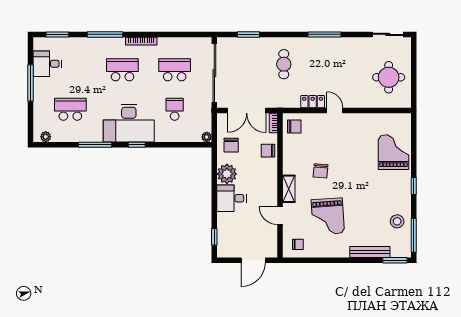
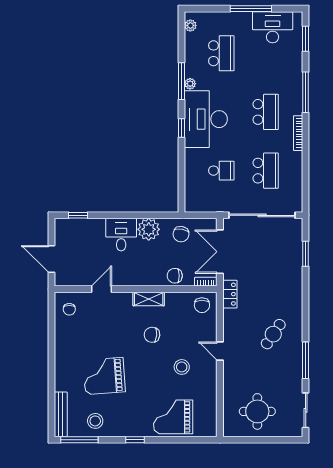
window: (325, 34) -> (306, 360), moved
desk: (47, 64) -> (273, 27), width x1.37
cafe table: (284, 64) -> (273, 334), moved, turned -56
locker: (313, 102) -> (230, 294), moved
door: (335, 111) -> (220, 351), swing flipped
plant: (207, 137) -> (190, 84), moved
stool: (349, 144) -> (182, 367), added
chair: (231, 145) -> (181, 234), turned -81
chair: (268, 151) -> (175, 276), turned -90
grand piano: (393, 152) -> (173, 417), turned 180
shelving: (289, 189) -> (149, 299), moved
grand piano: (328, 217) -> (104, 376), moved
bench: (370, 252) -> (61, 414), moved
window: (395, 260) -> (52, 419), removed

